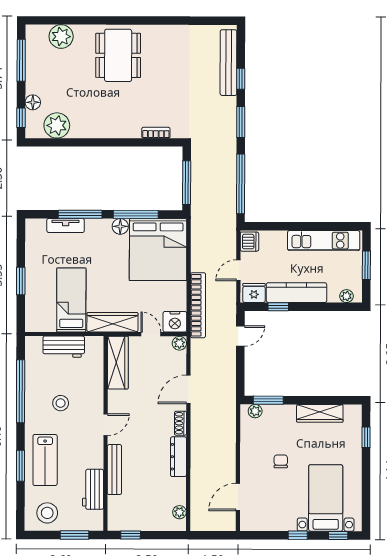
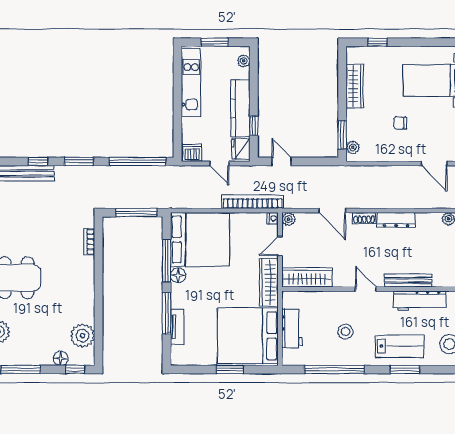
bed: (71, 300) -> (248, 336), width x2.04
nightstand: (175, 322) -> (273, 218), width x0.53, depth x0.56
workbench: (93, 489) -> (420, 301), width x1.38

